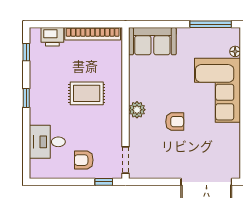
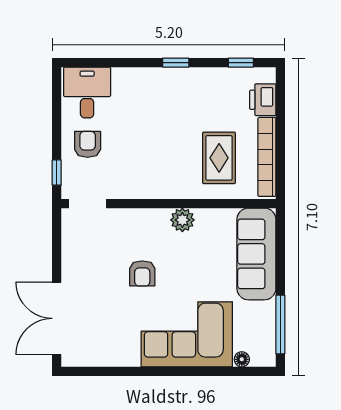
sofa: (152, 41) -> (256, 254), width x1.36
rug: (87, 93) -> (219, 158), moved
plant: (137, 110) -> (182, 220), moved
desk: (47, 142) -> (87, 92), moved

